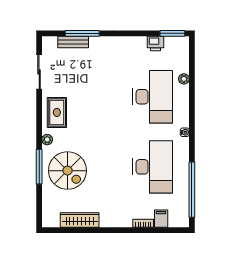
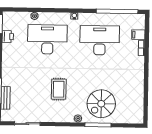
rug: (57, 112) -> (59, 89), moved, turned 90
spiral stairs: (67, 171) -> (101, 104), turned 180
wardrobe: (80, 220) -> (138, 95), removed

